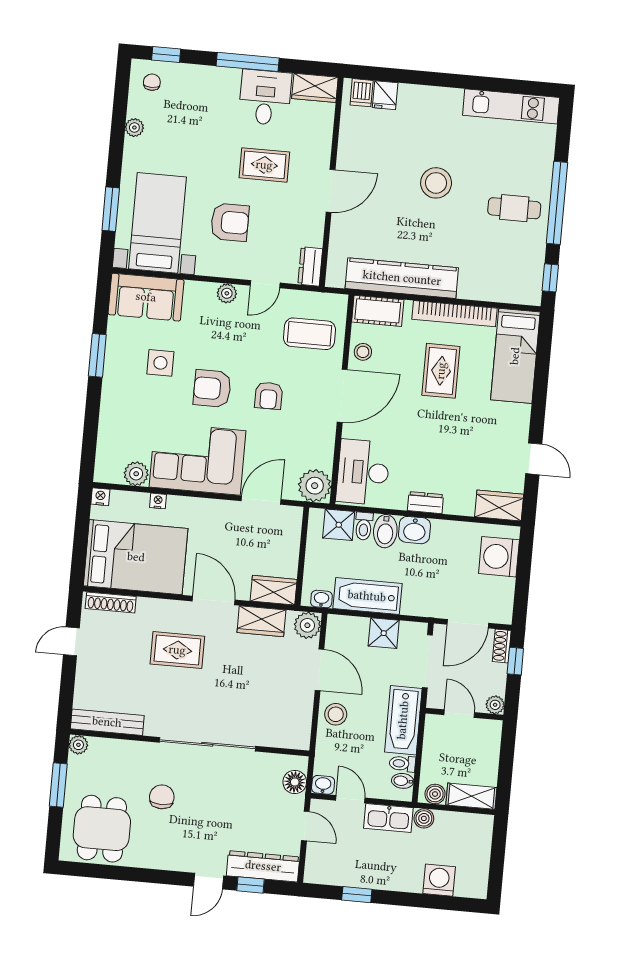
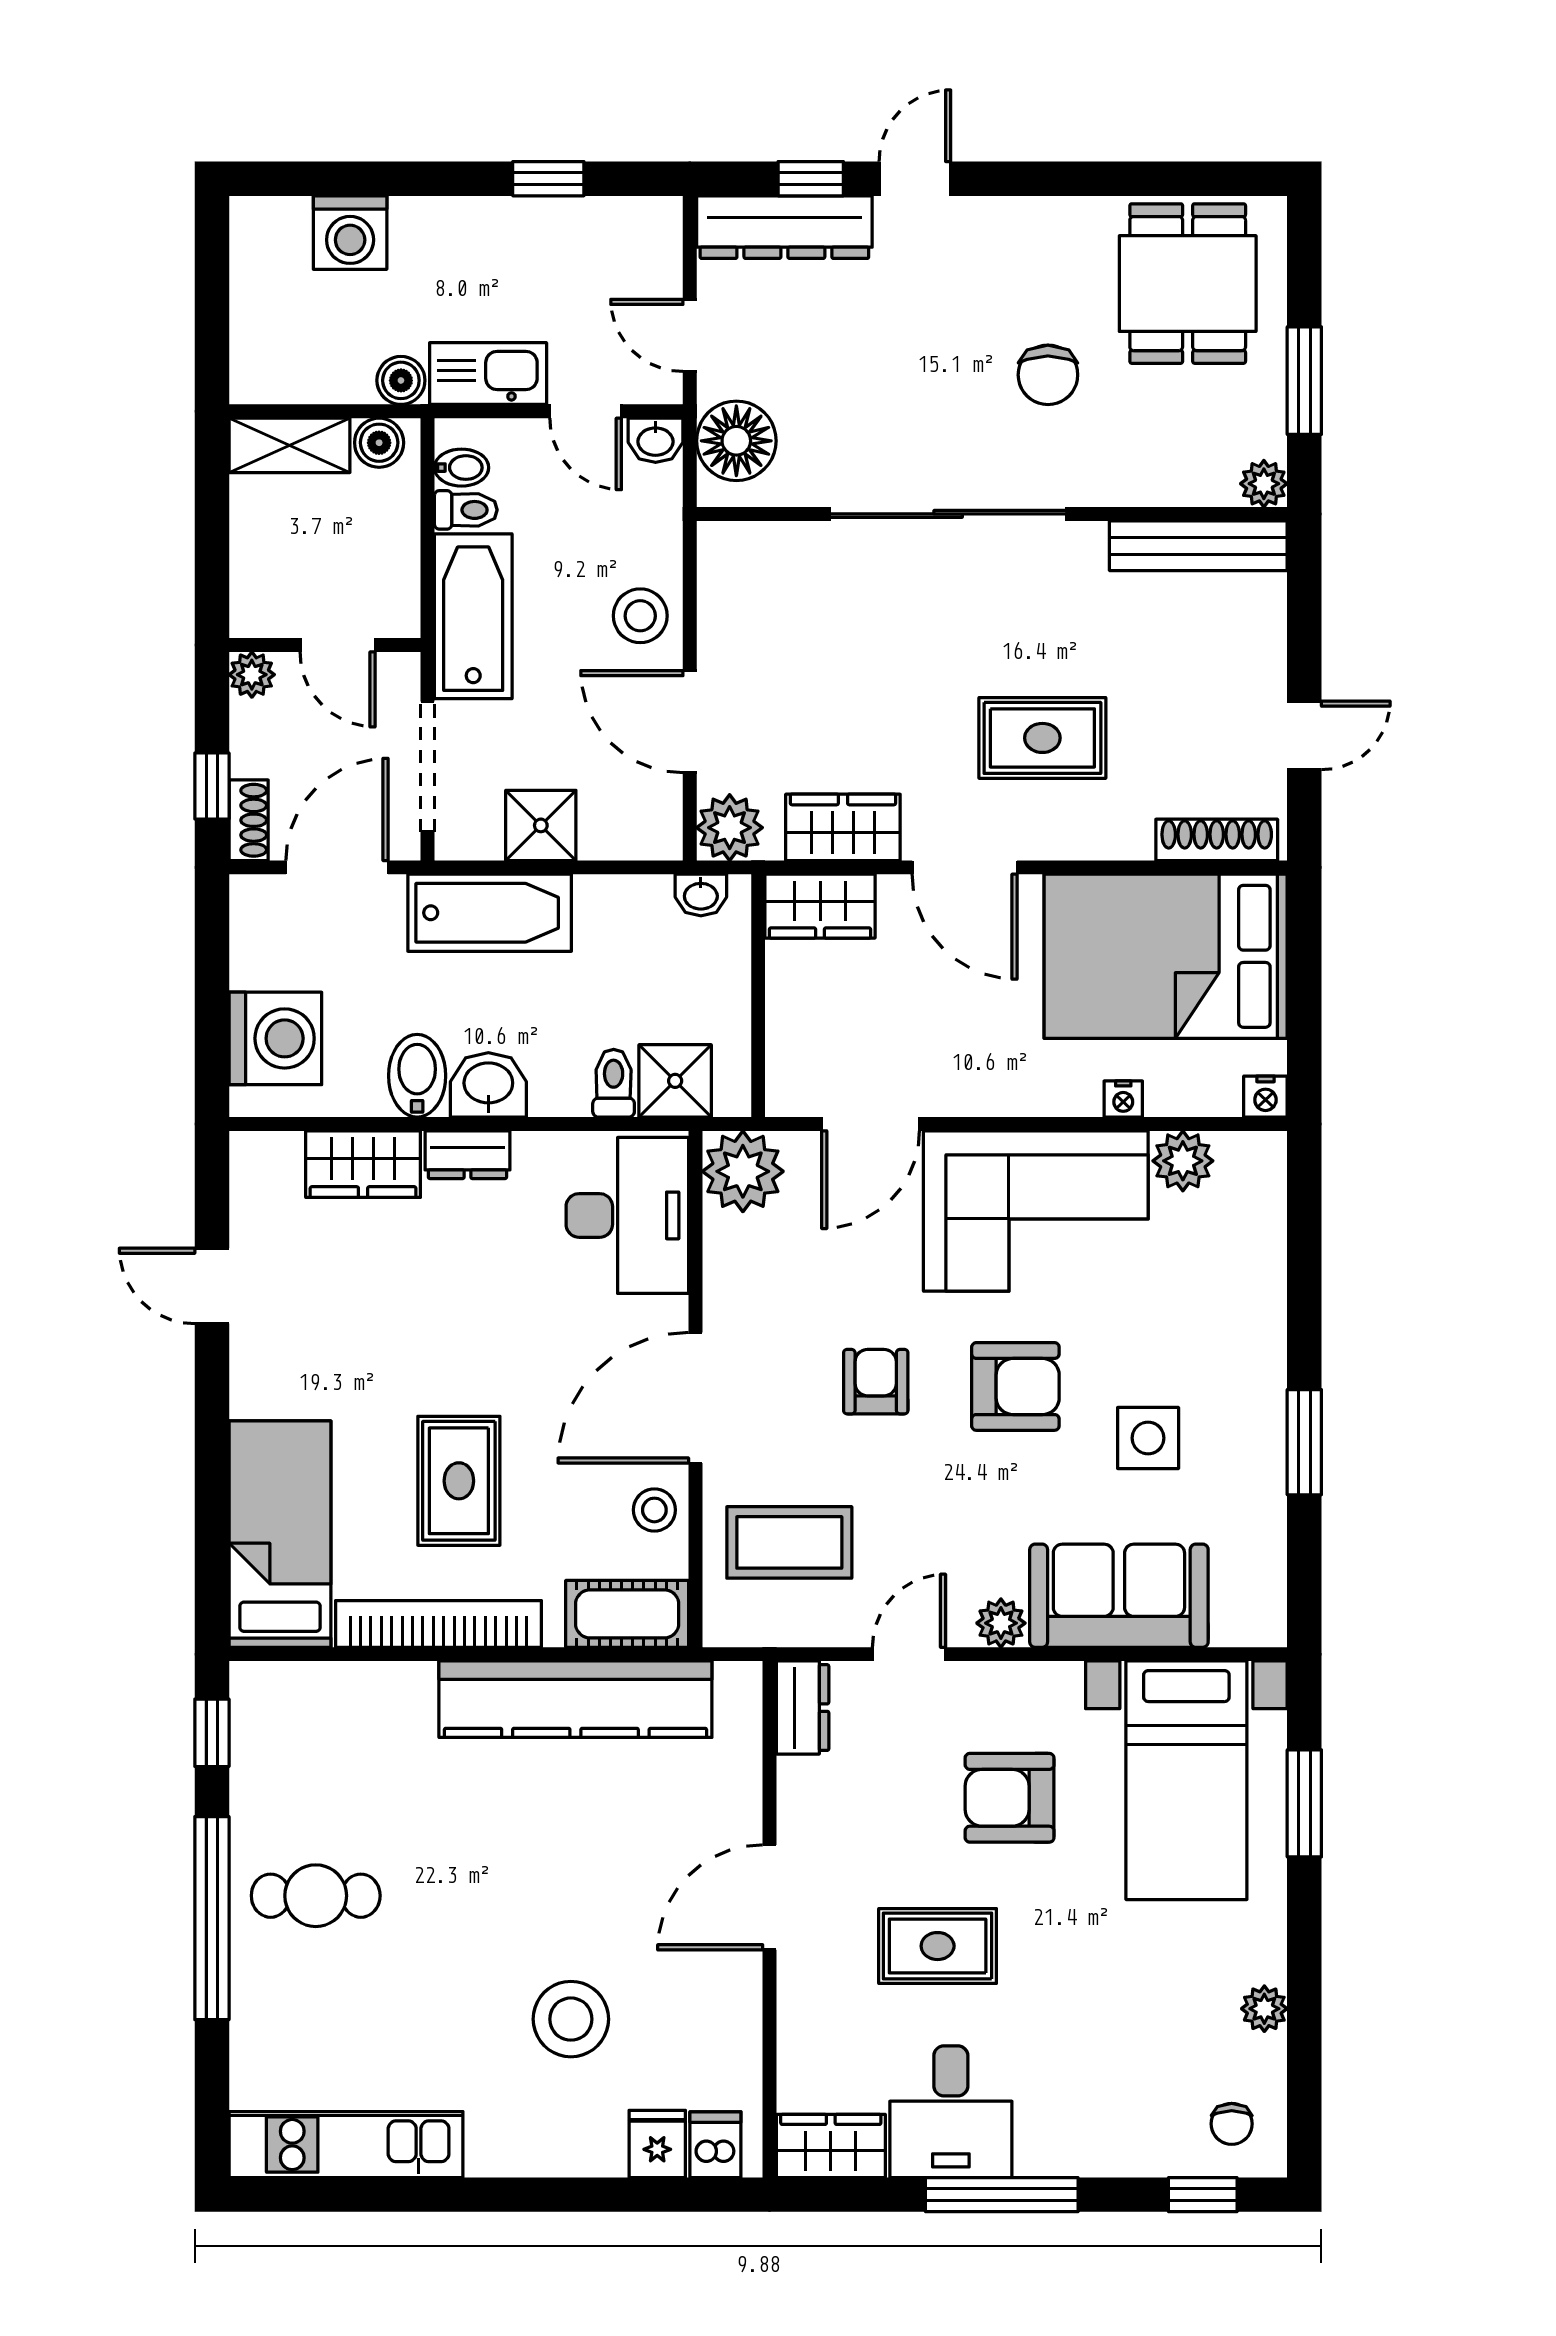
stool: (436, 183) -> (571, 2019), moved
sofa: (146, 297) -> (1119, 1596), moved
wardrobe: (499, 505) -> (363, 1164), moved
bidet: (385, 531) -> (417, 1076), moved
bathtub: (367, 596) -> (490, 913), moved
floor lamp: (295, 782) -> (736, 441), width x1.38, depth x1.38

